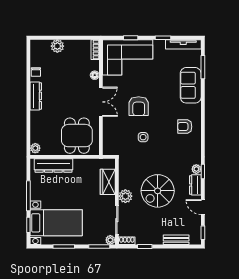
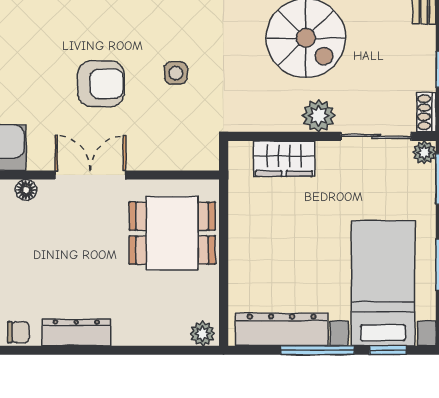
dresser: (53, 166) -> (282, 329), moved, turned -90

